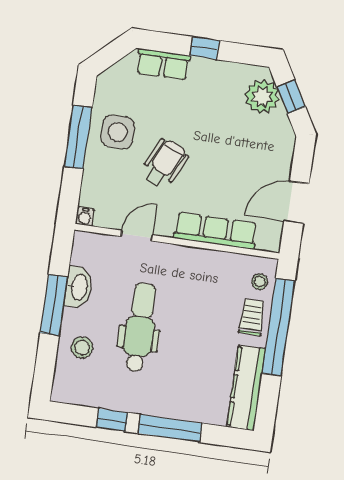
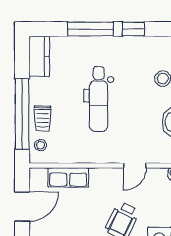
row of seats: (216, 231) -> (68, 177), width x0.68
dental chair: (140, 327) -> (99, 99), moved
kitchen counter: (246, 388) -> (39, 56), width x0.67

